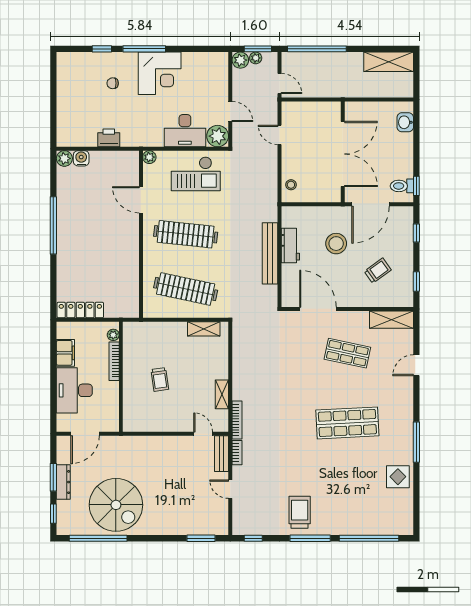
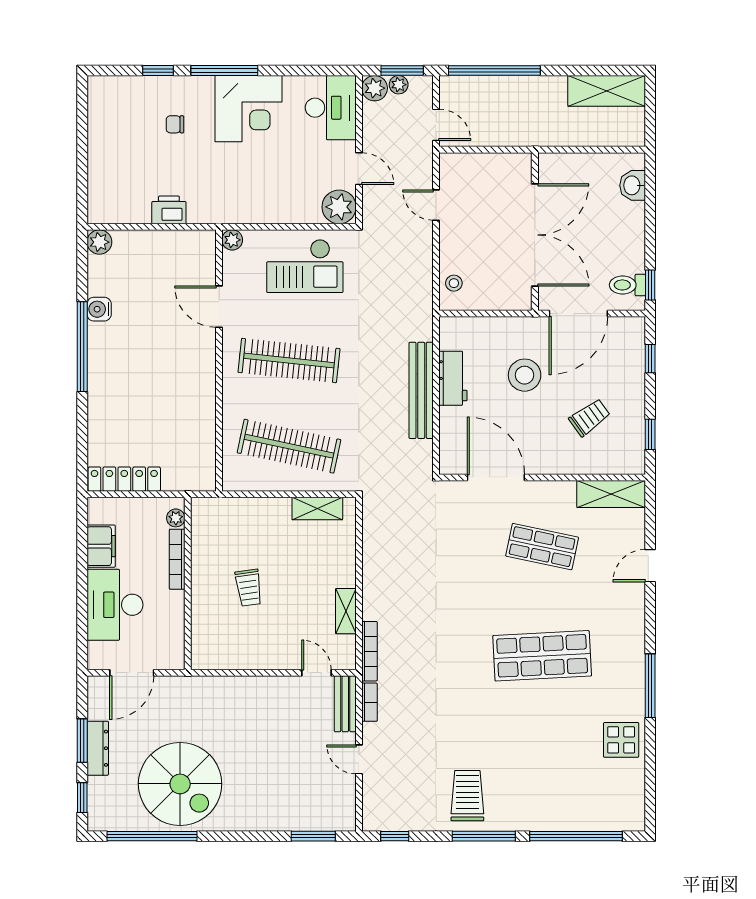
desk: (185, 131) -> (331, 108), moved, turned -90
water cooler: (81, 158) -> (99, 309), moved, turned -90

